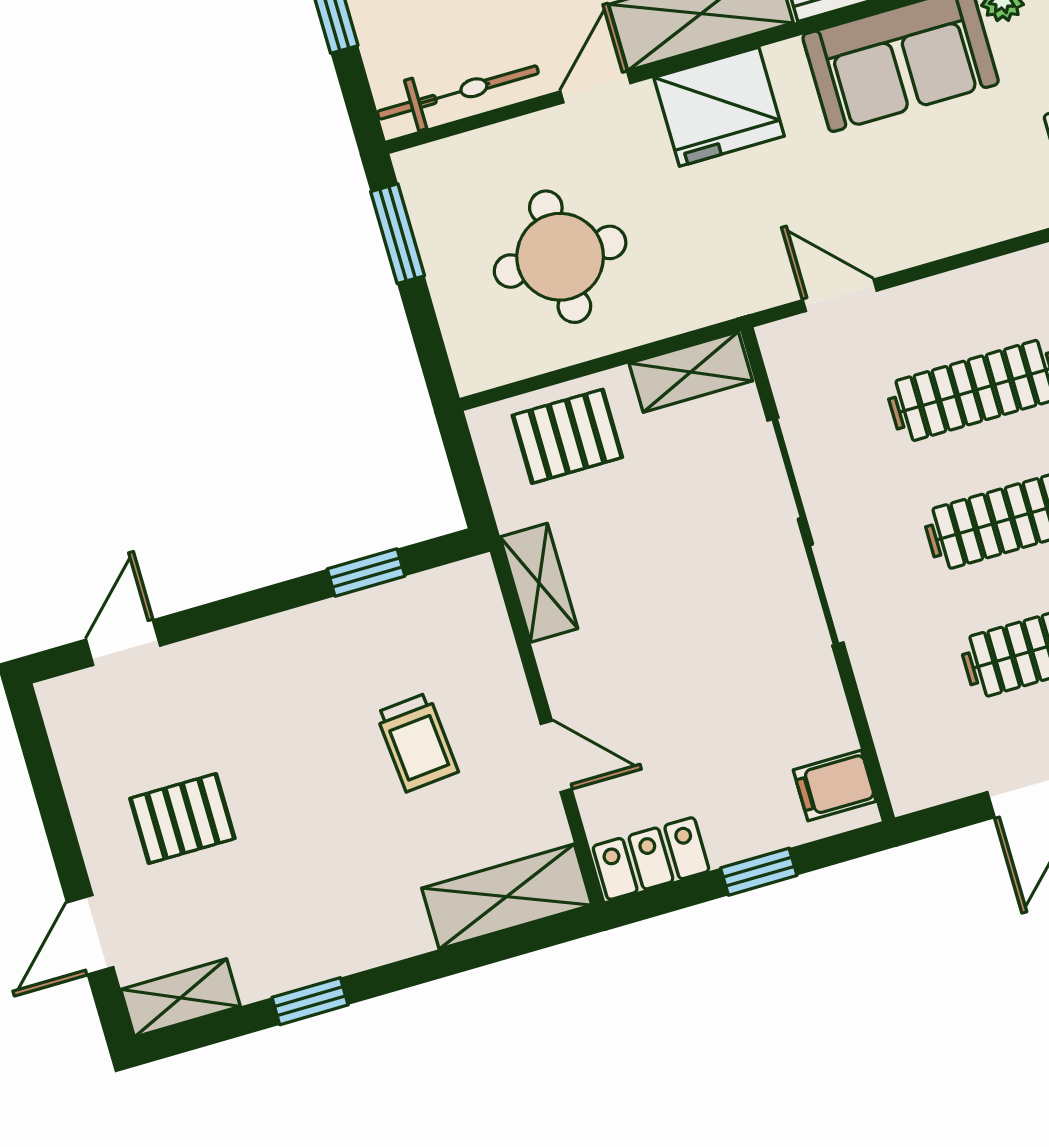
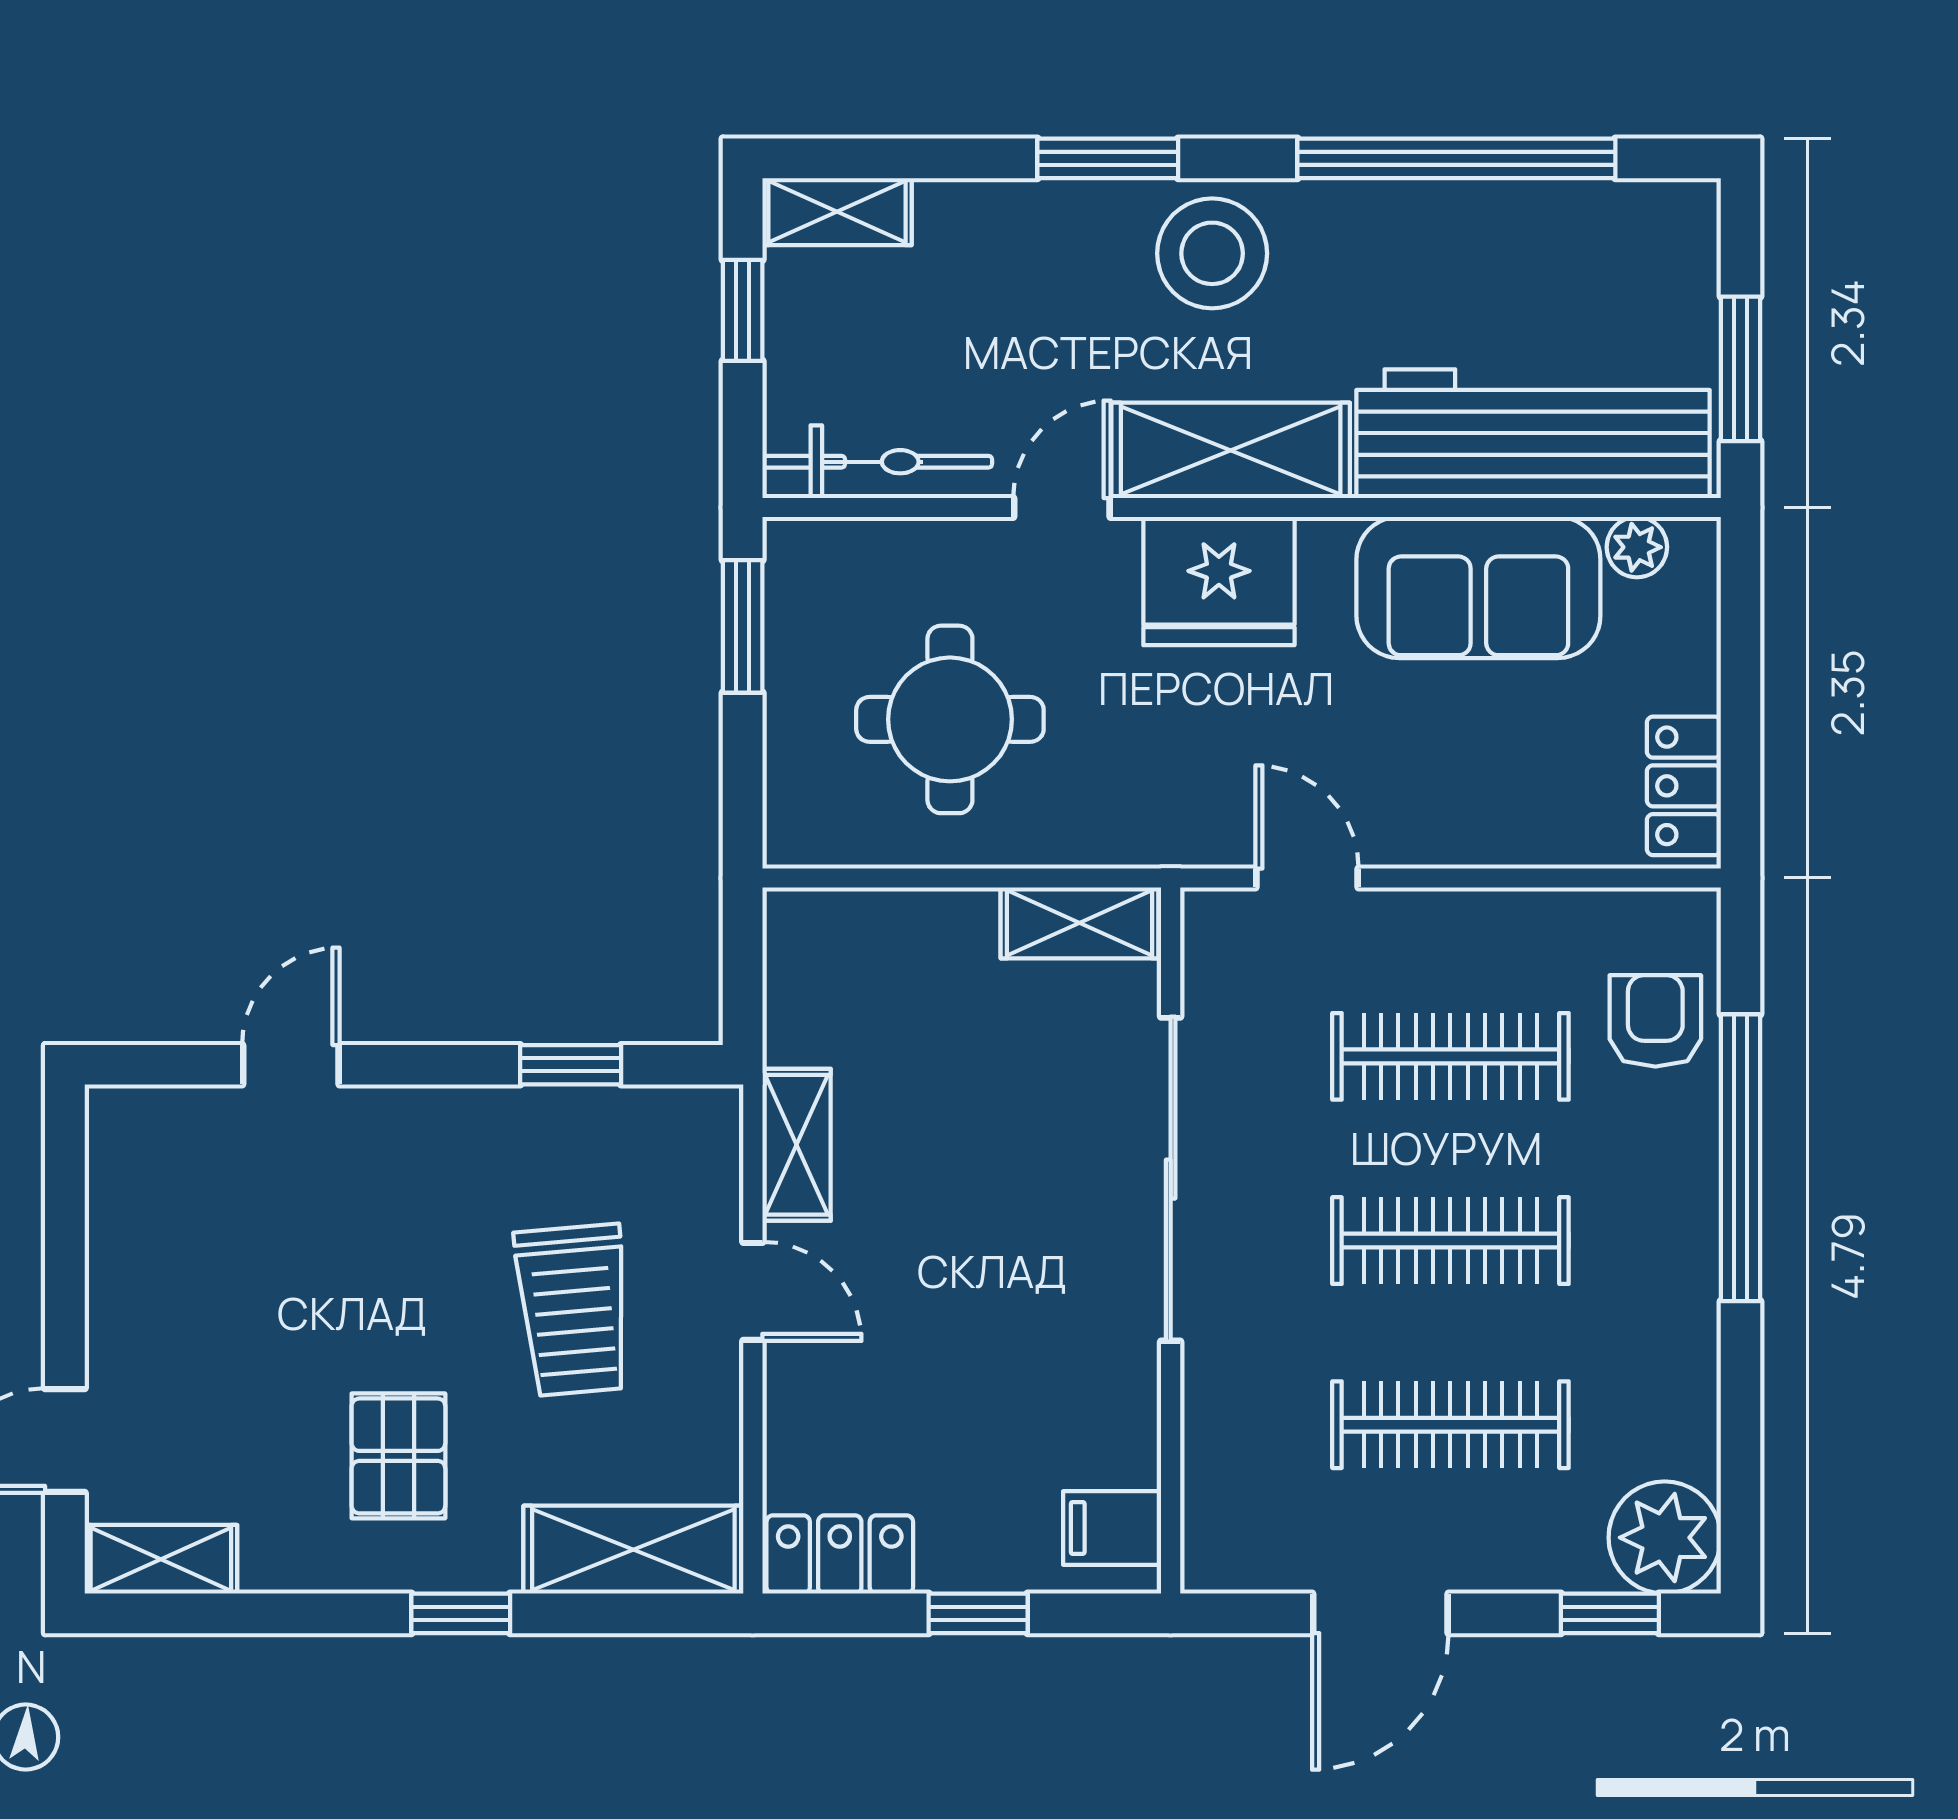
pallet: (567, 436) -> (891, 961), removed
door: (123, 643) -> (291, 1065), moved
trolley: (417, 742) -> (573, 1310), width x1.36, depth x1.39
door: (556, 756) -> (753, 1291), moved
pallet: (182, 818) -> (398, 1456), moved, turned 90
window: (310, 1001) -> (461, 1613), moved

